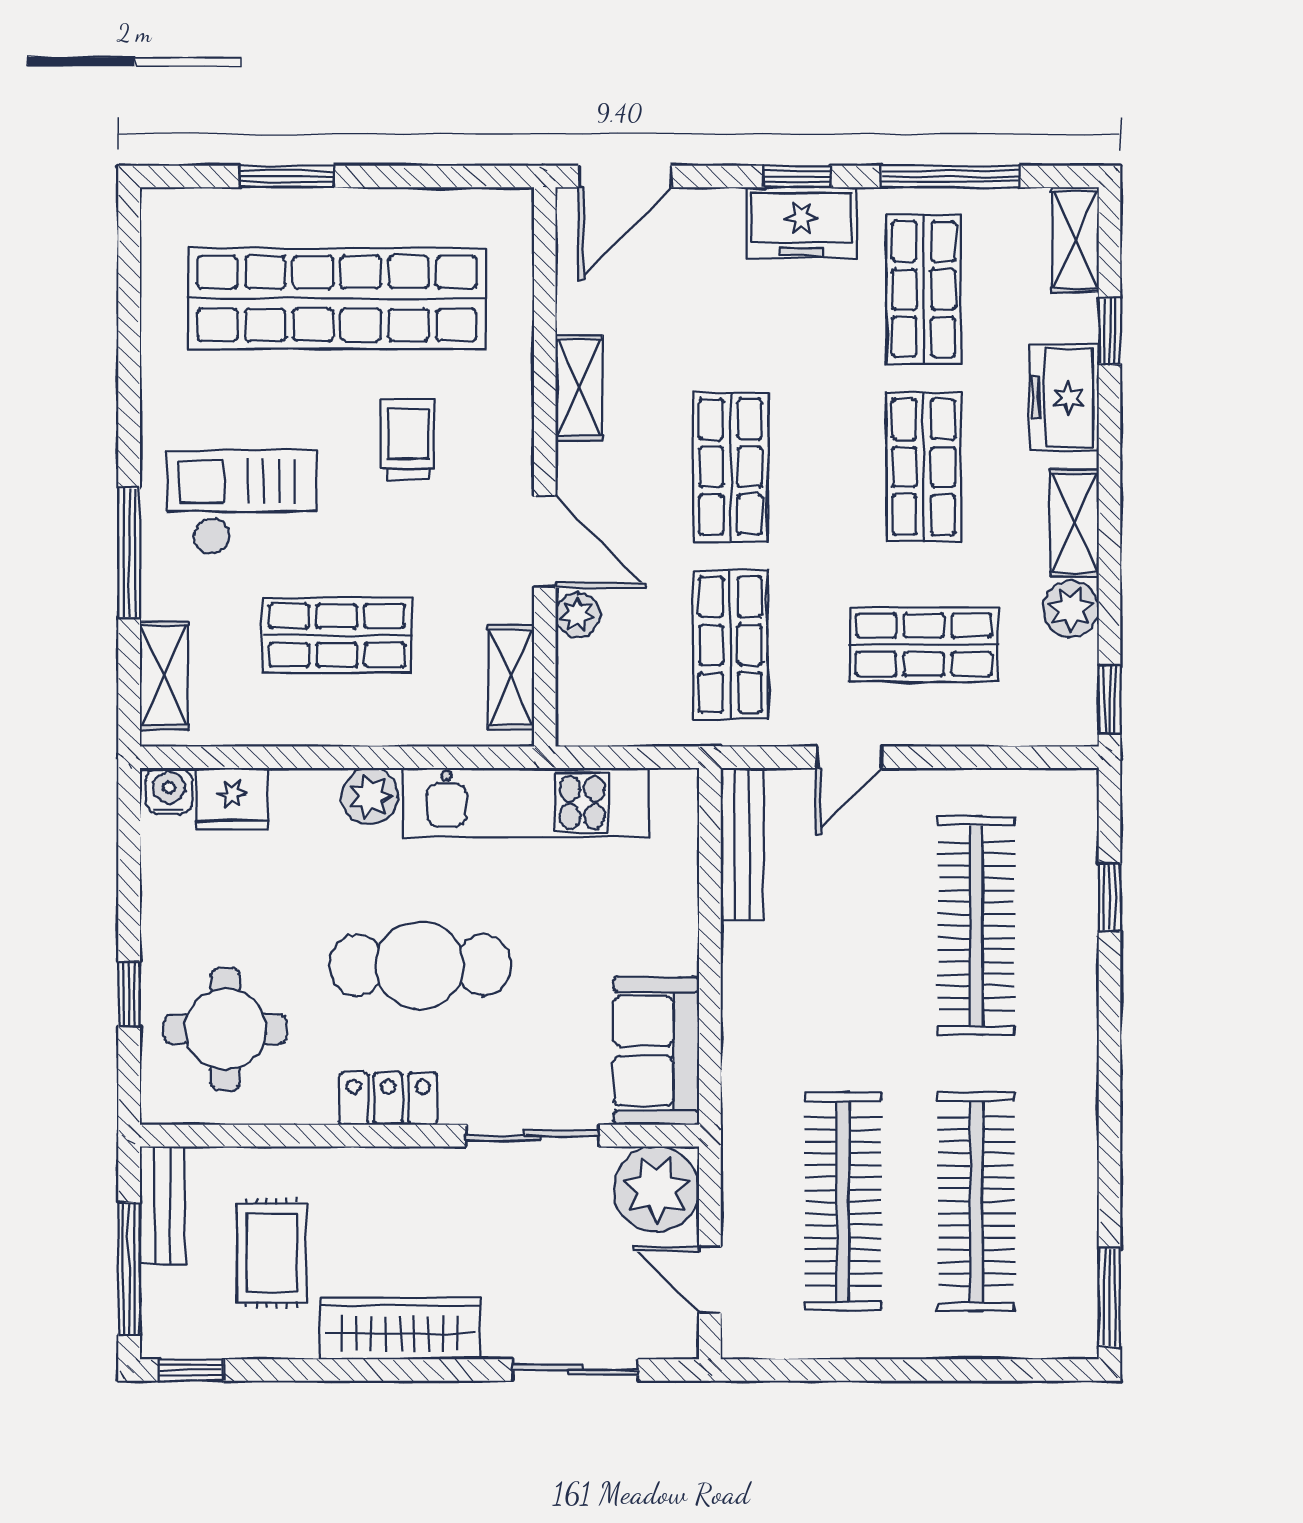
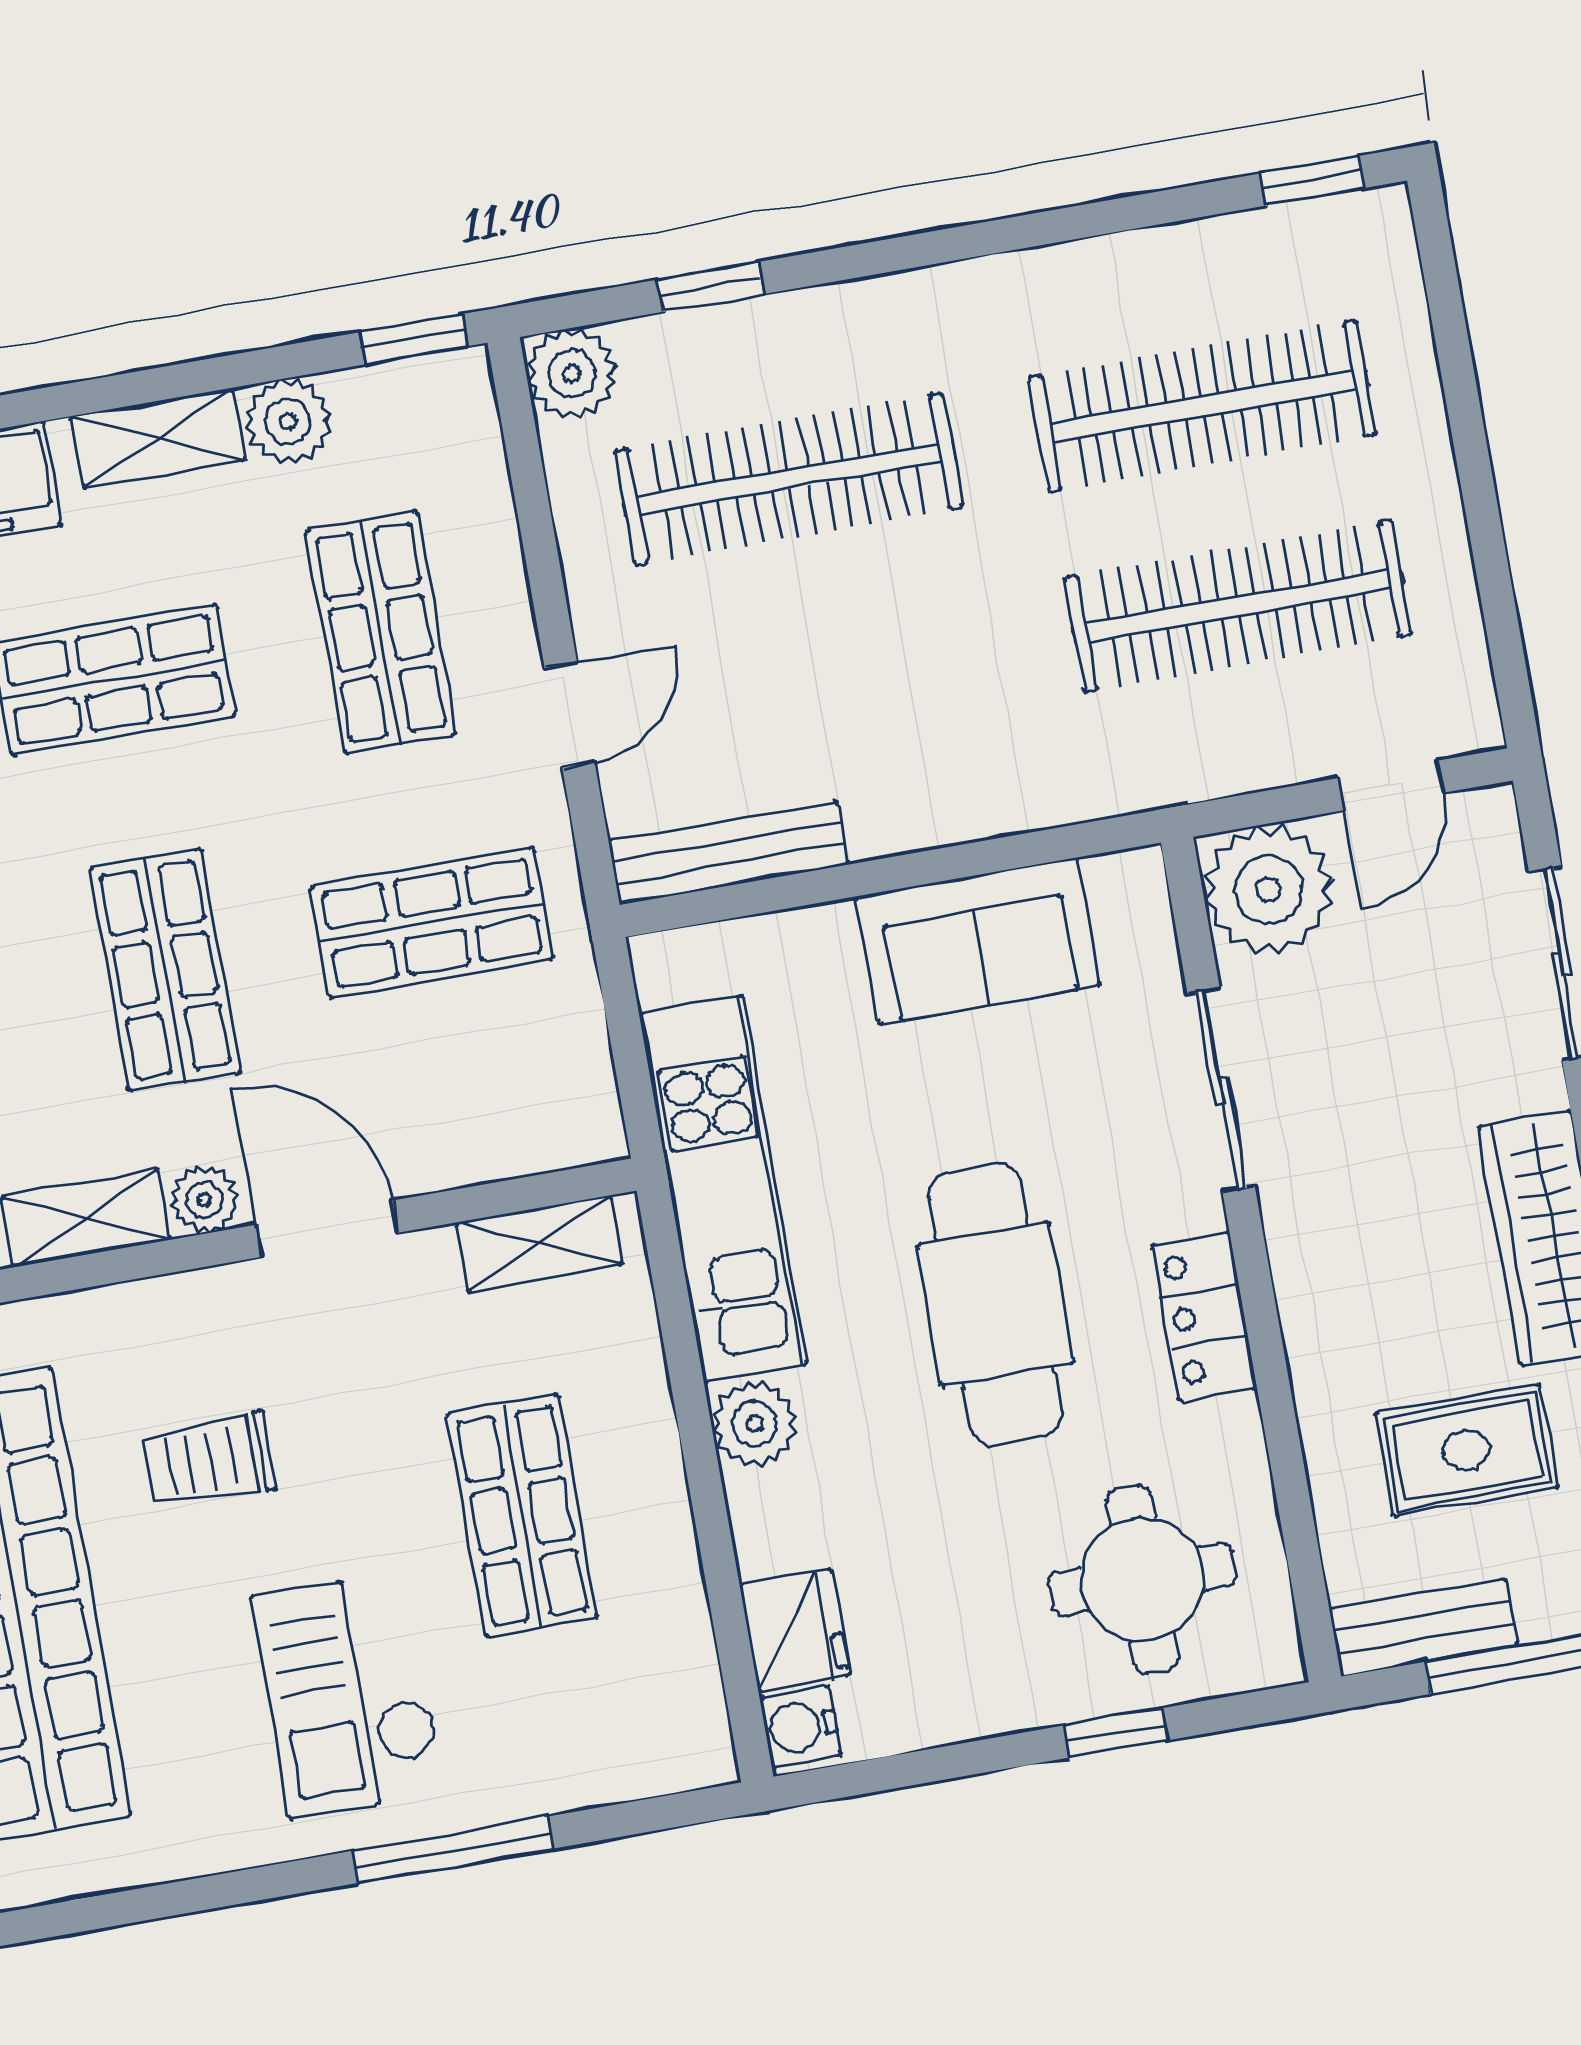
shop shelf: (730, 467) -> (165, 970), turned 90
door: (545, 542) -> (327, 1229), hinge flipped
plant: (577, 615) -> (204, 1200), moved
shelving: (164, 676) -> (628, 1765), removed
door: (849, 757) -> (570, 715), hinge flipped
plant: (1069, 798) -> (572, 374), added
sofa: (656, 1051) -> (978, 941), moved
window: (1110, 1298) -> (1312, 181), width x0.67

